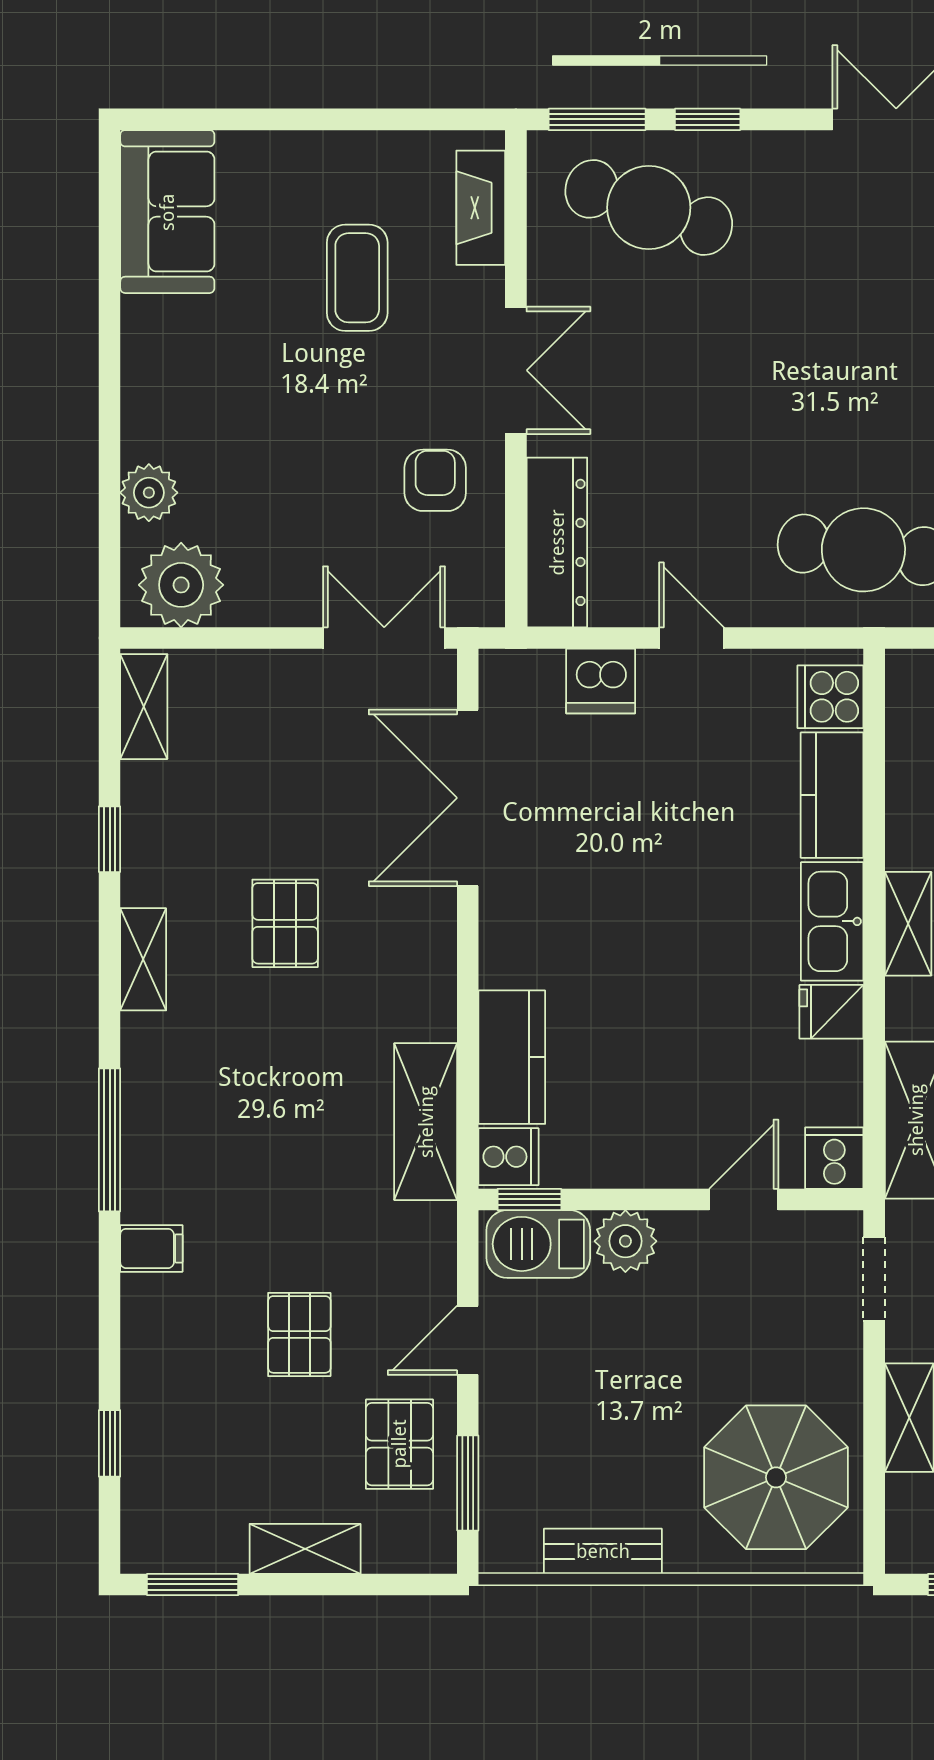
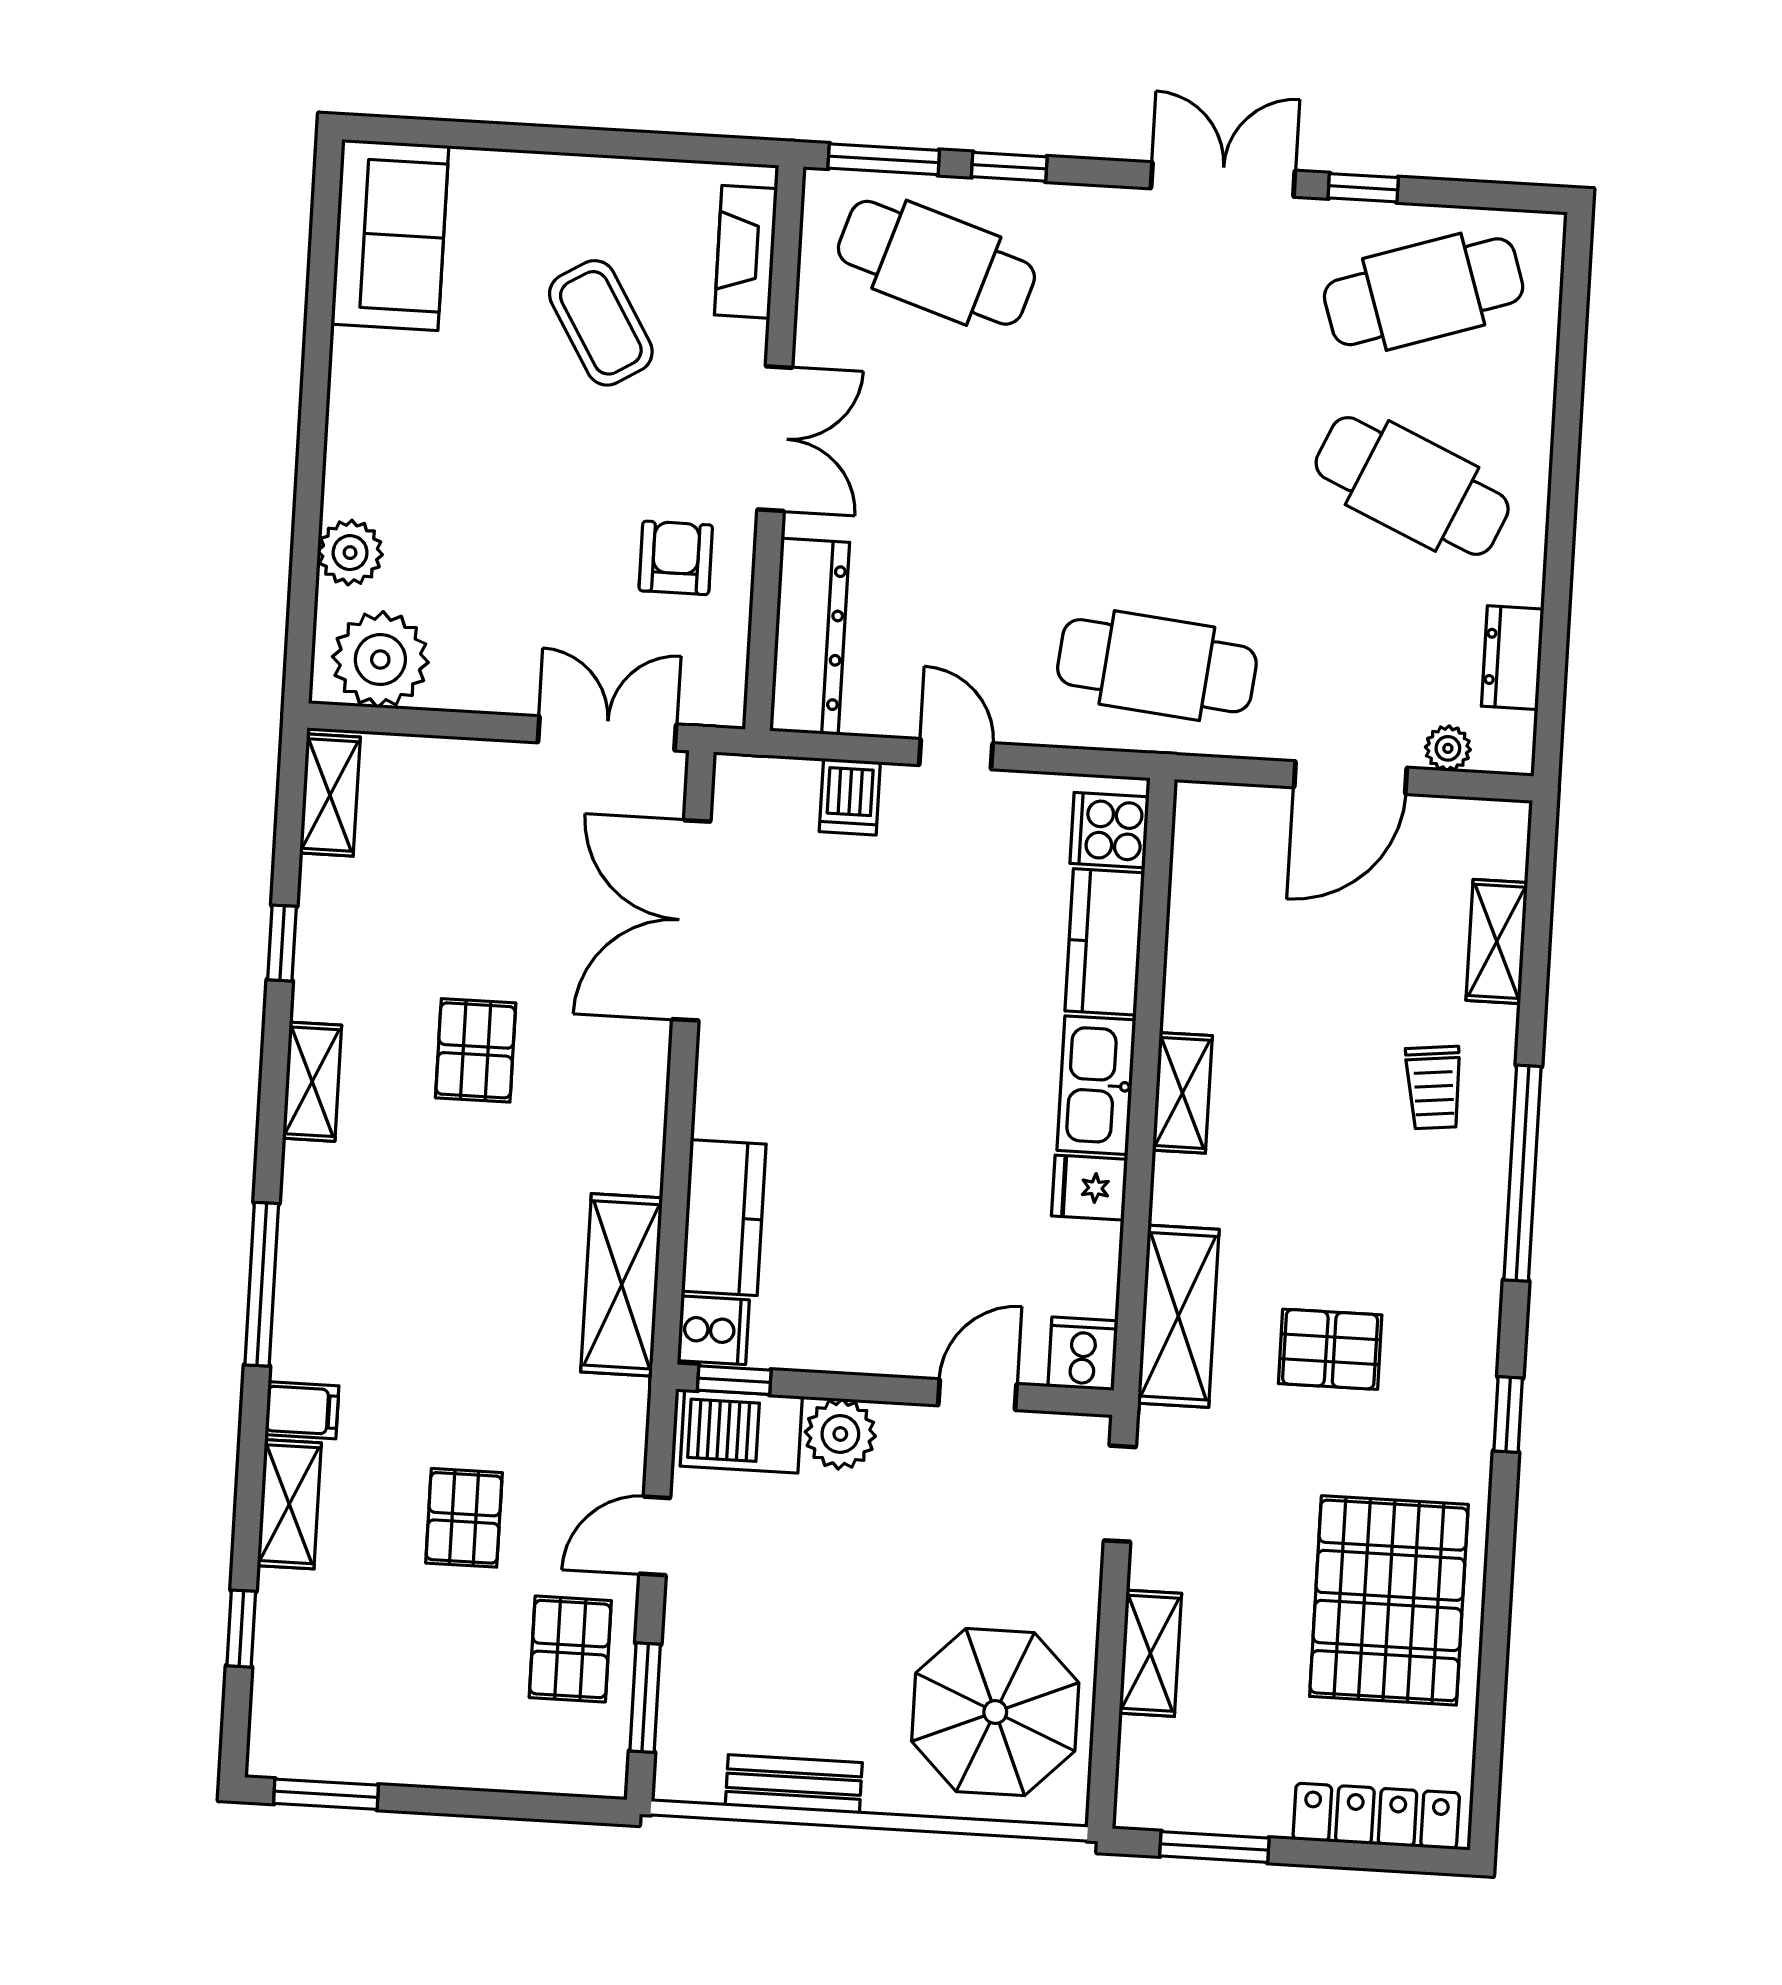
coffee table: (357, 278) -> (601, 323), turned -31
dishwasher: (601, 681) -> (850, 797), width x0.73
shelving: (305, 1549) -> (289, 1504), moved, turned 90

